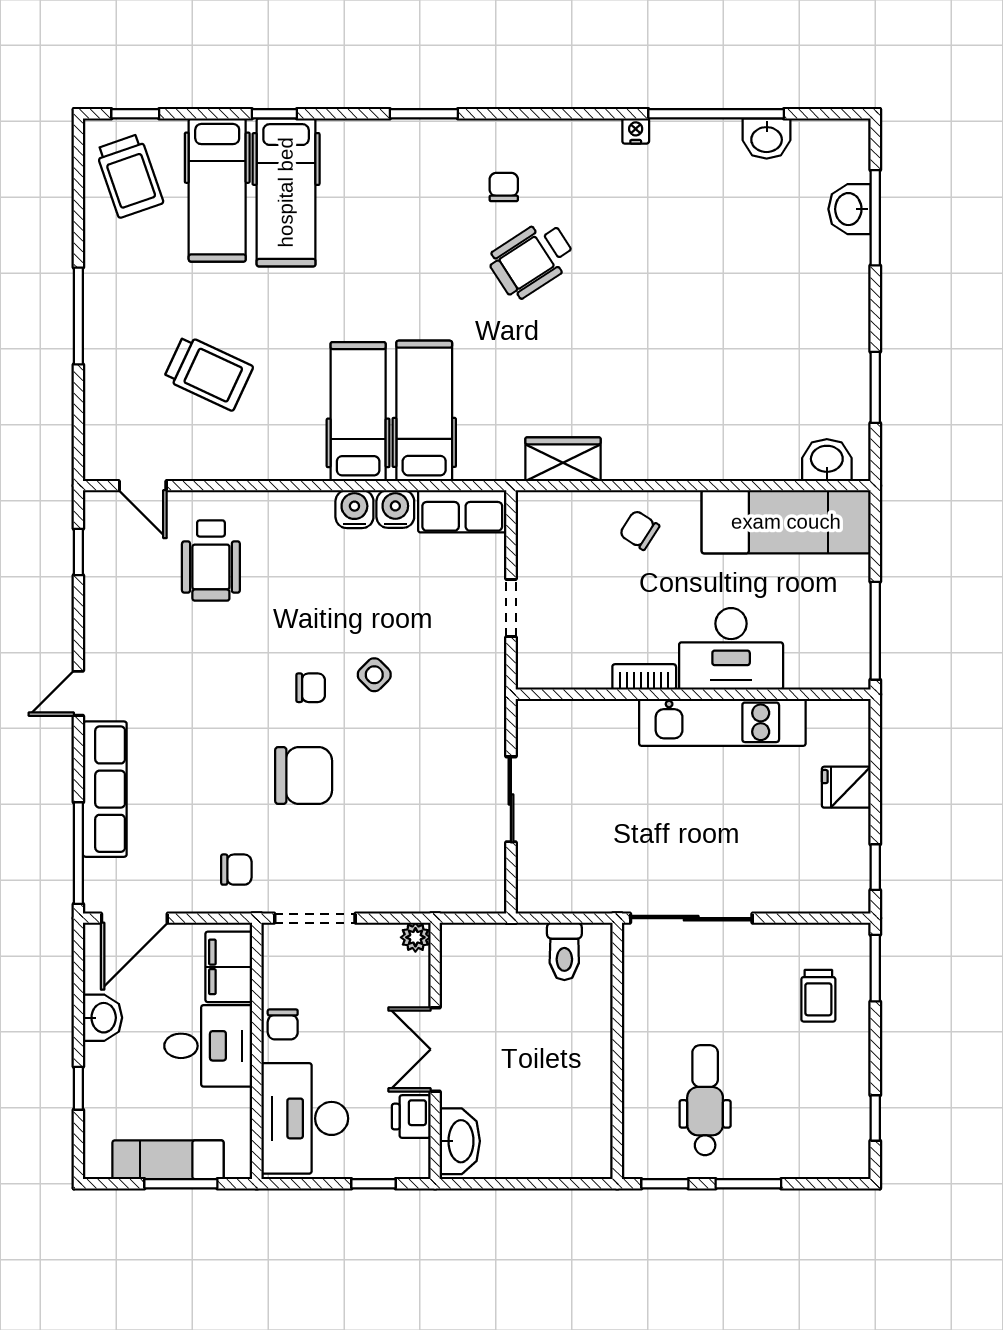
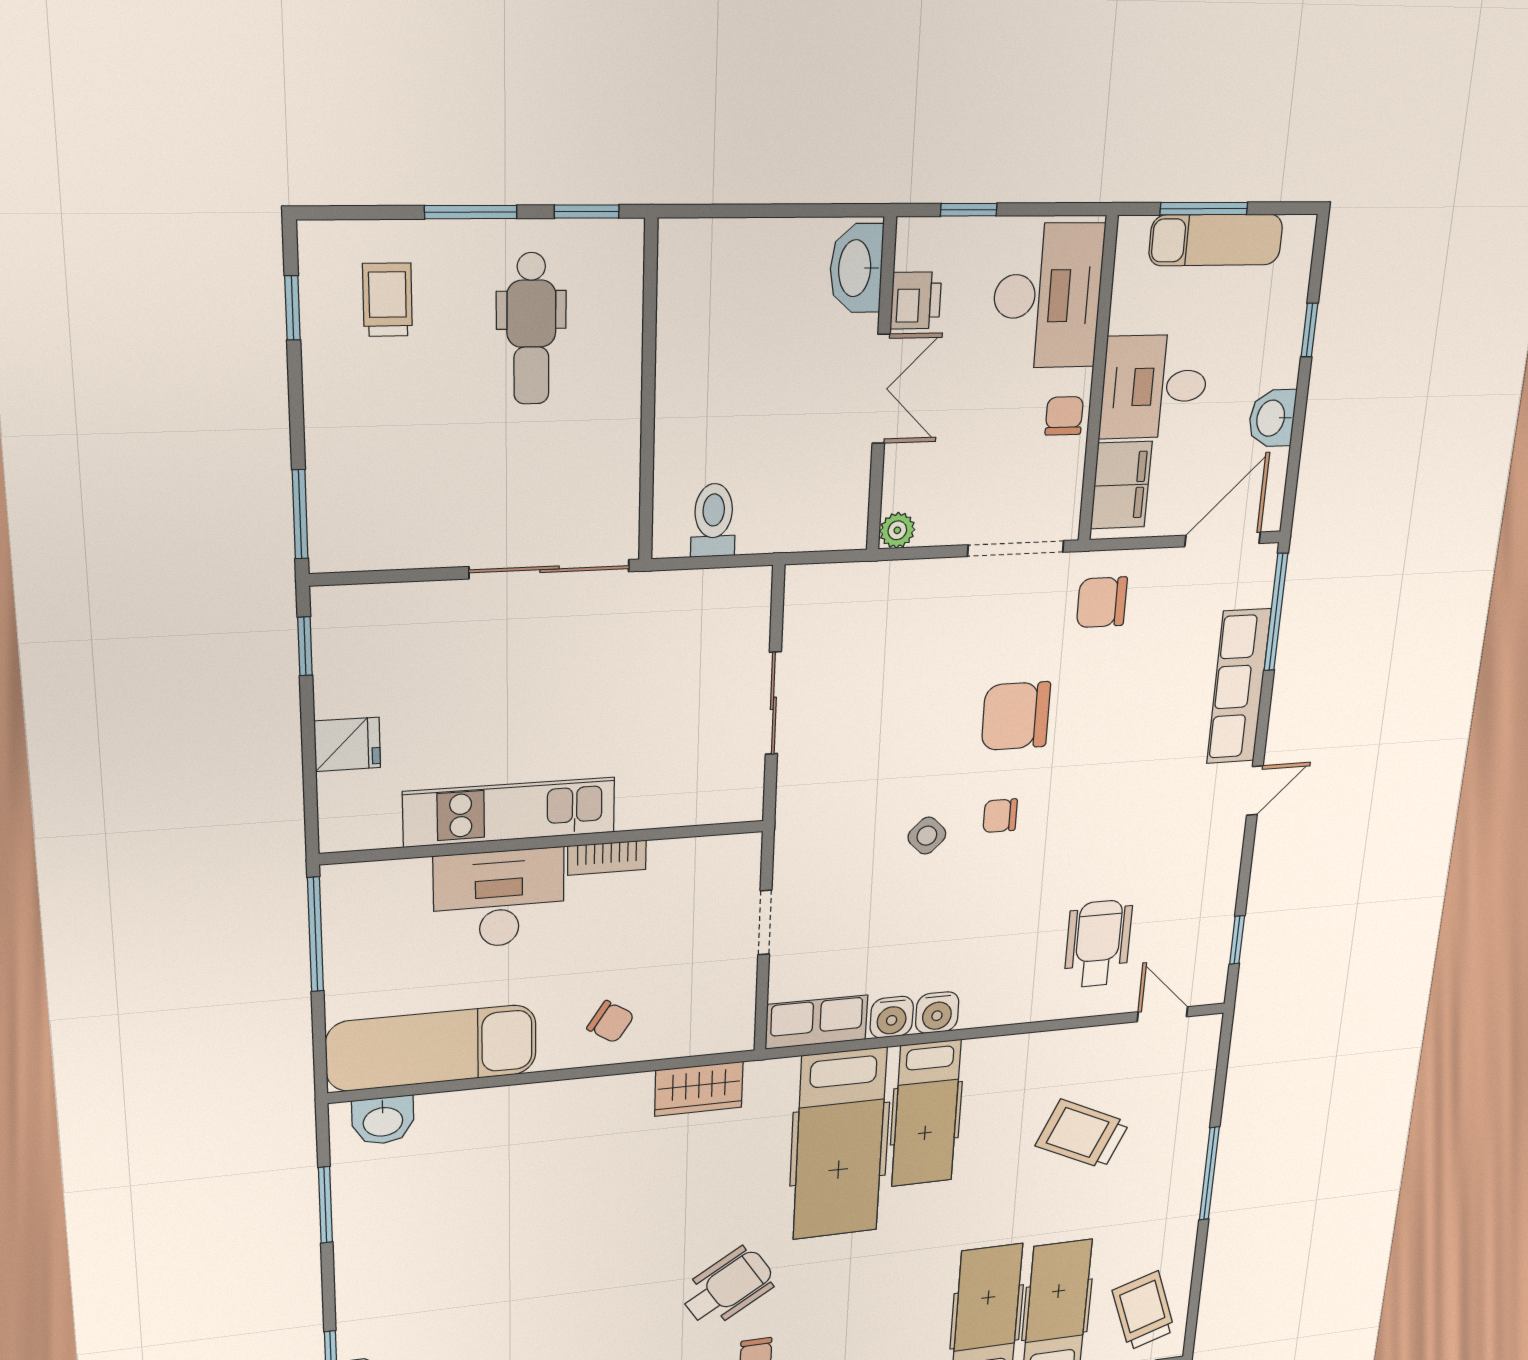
hospital bed: (424, 411) -> (840, 1144), width x1.37, depth x1.29
chair: (236, 870) -> (1102, 602), width x1.37, depth x1.37
trolley: (818, 996) -> (388, 300), moved

